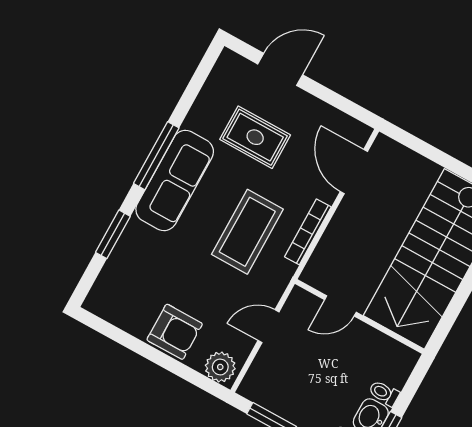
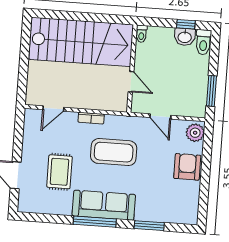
door: (354, 171) -> (53, 109), width x0.73
bookcase: (308, 232) -> (91, 118), width x0.64
toilet: (384, 393) -> (141, 34), moved

